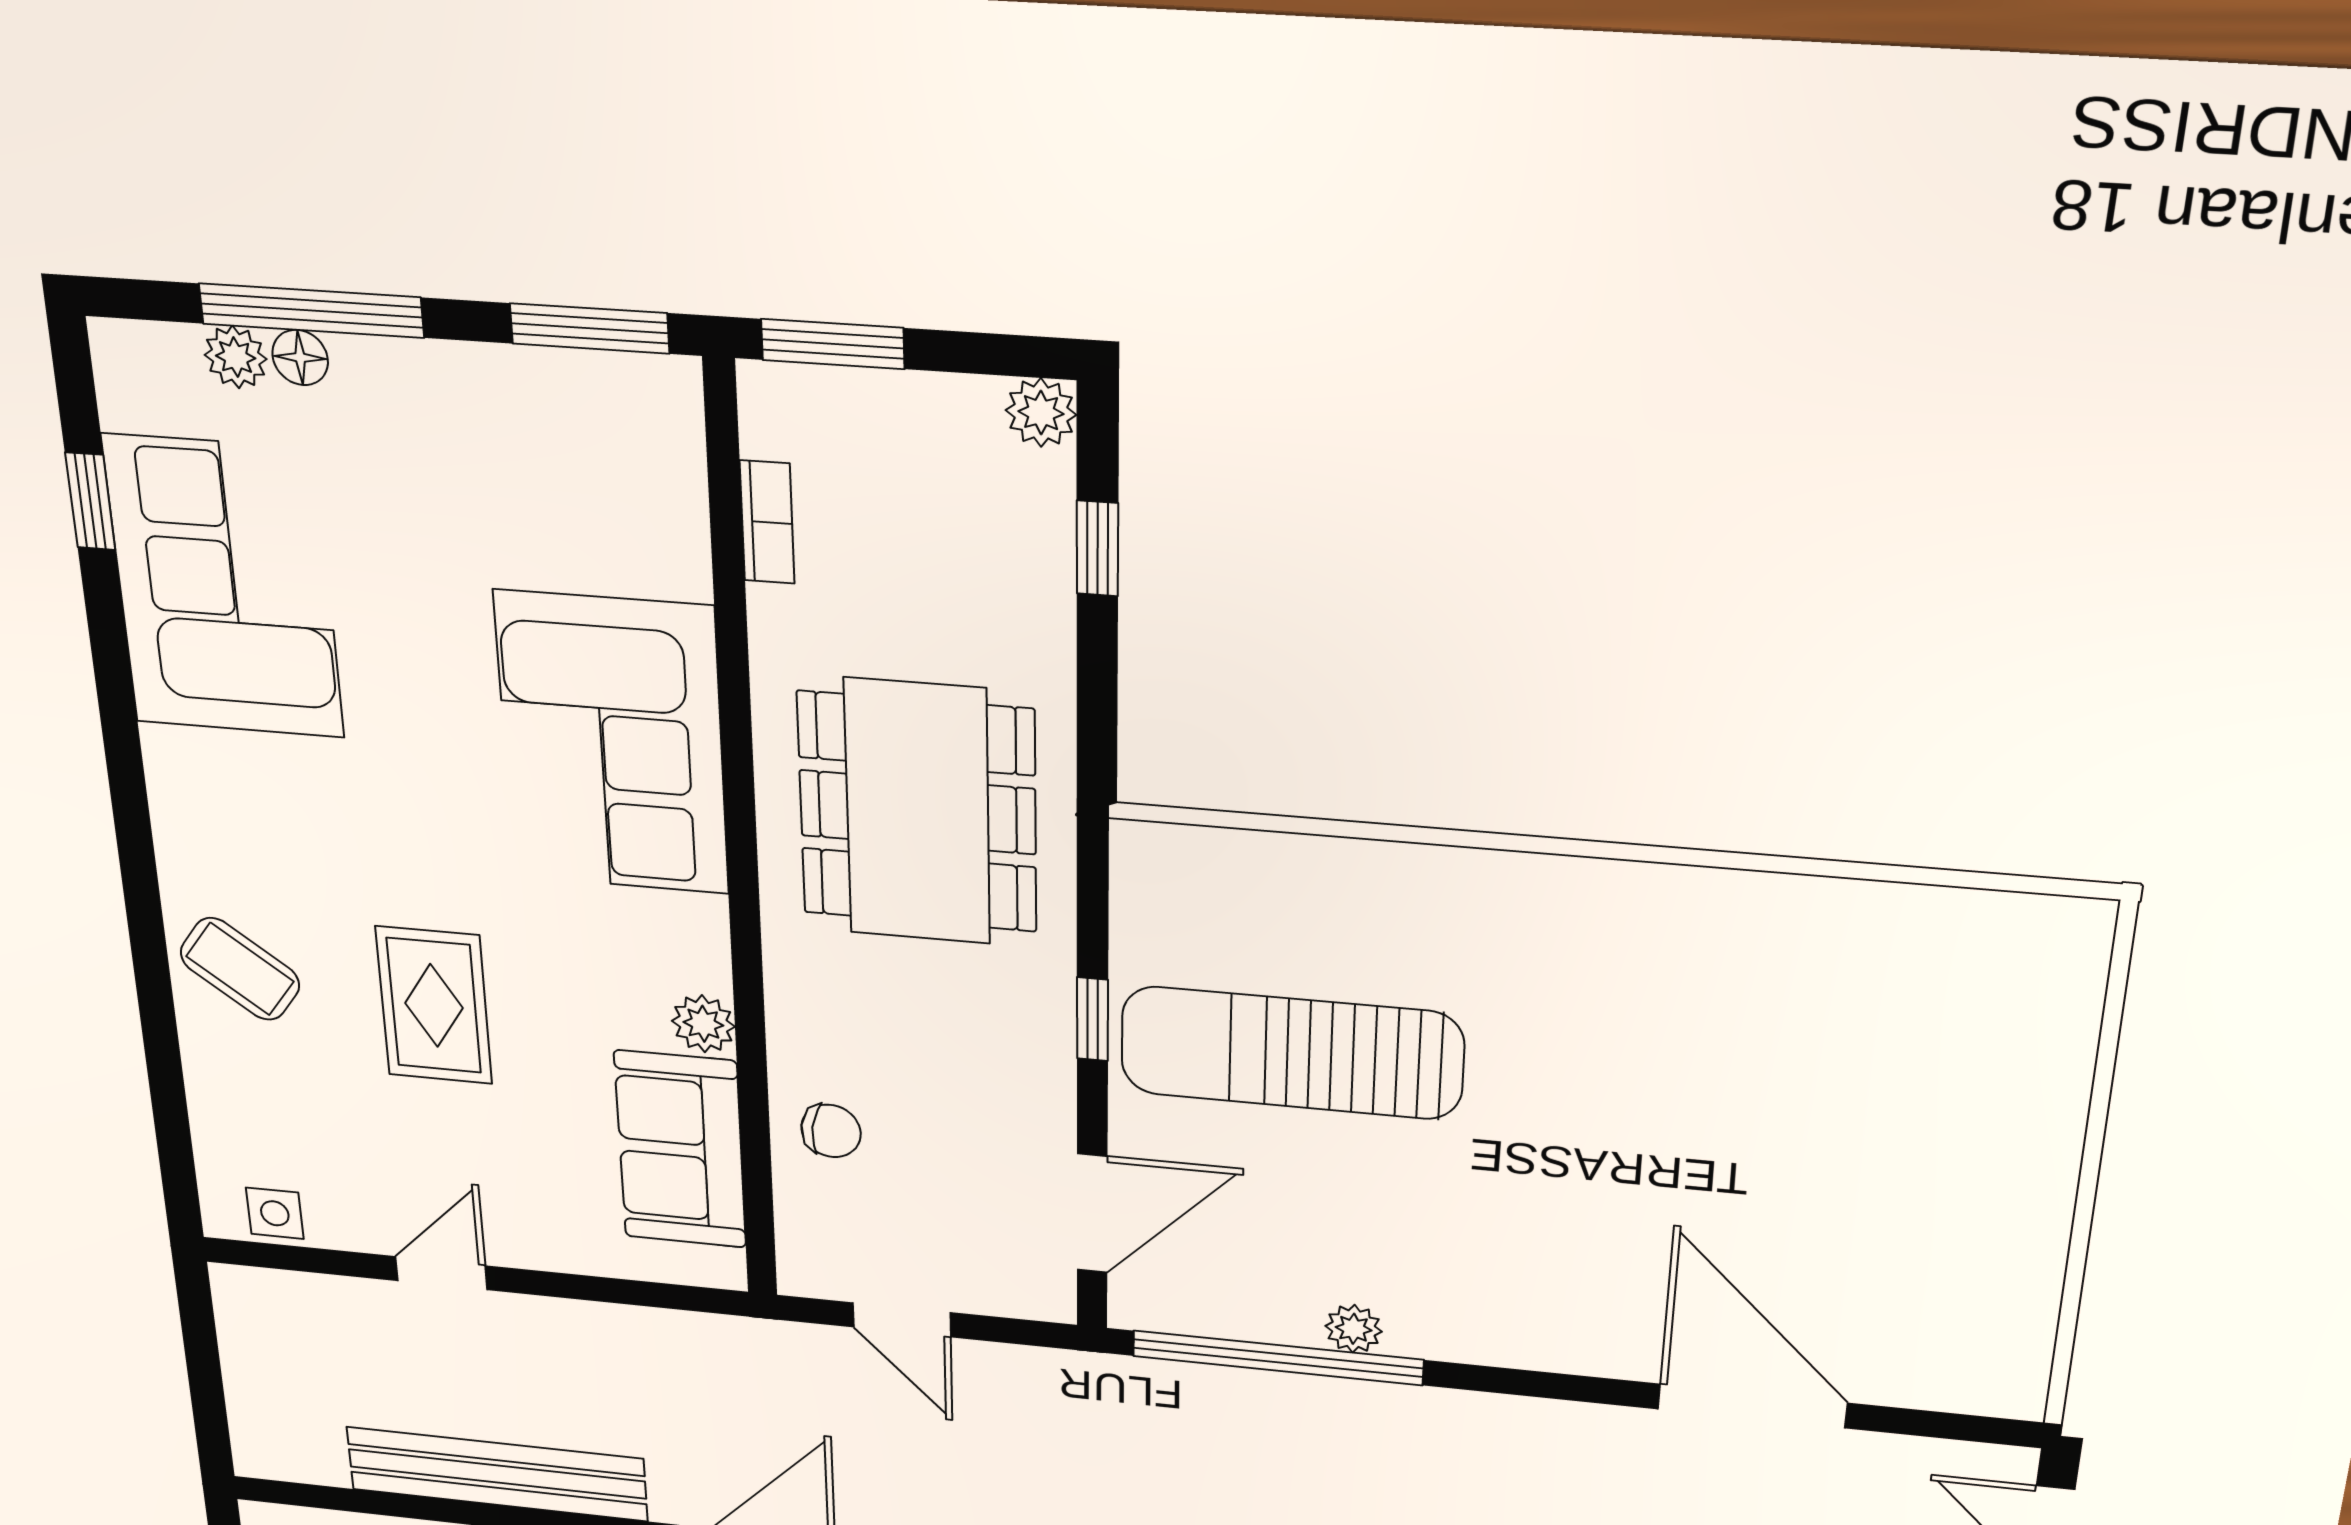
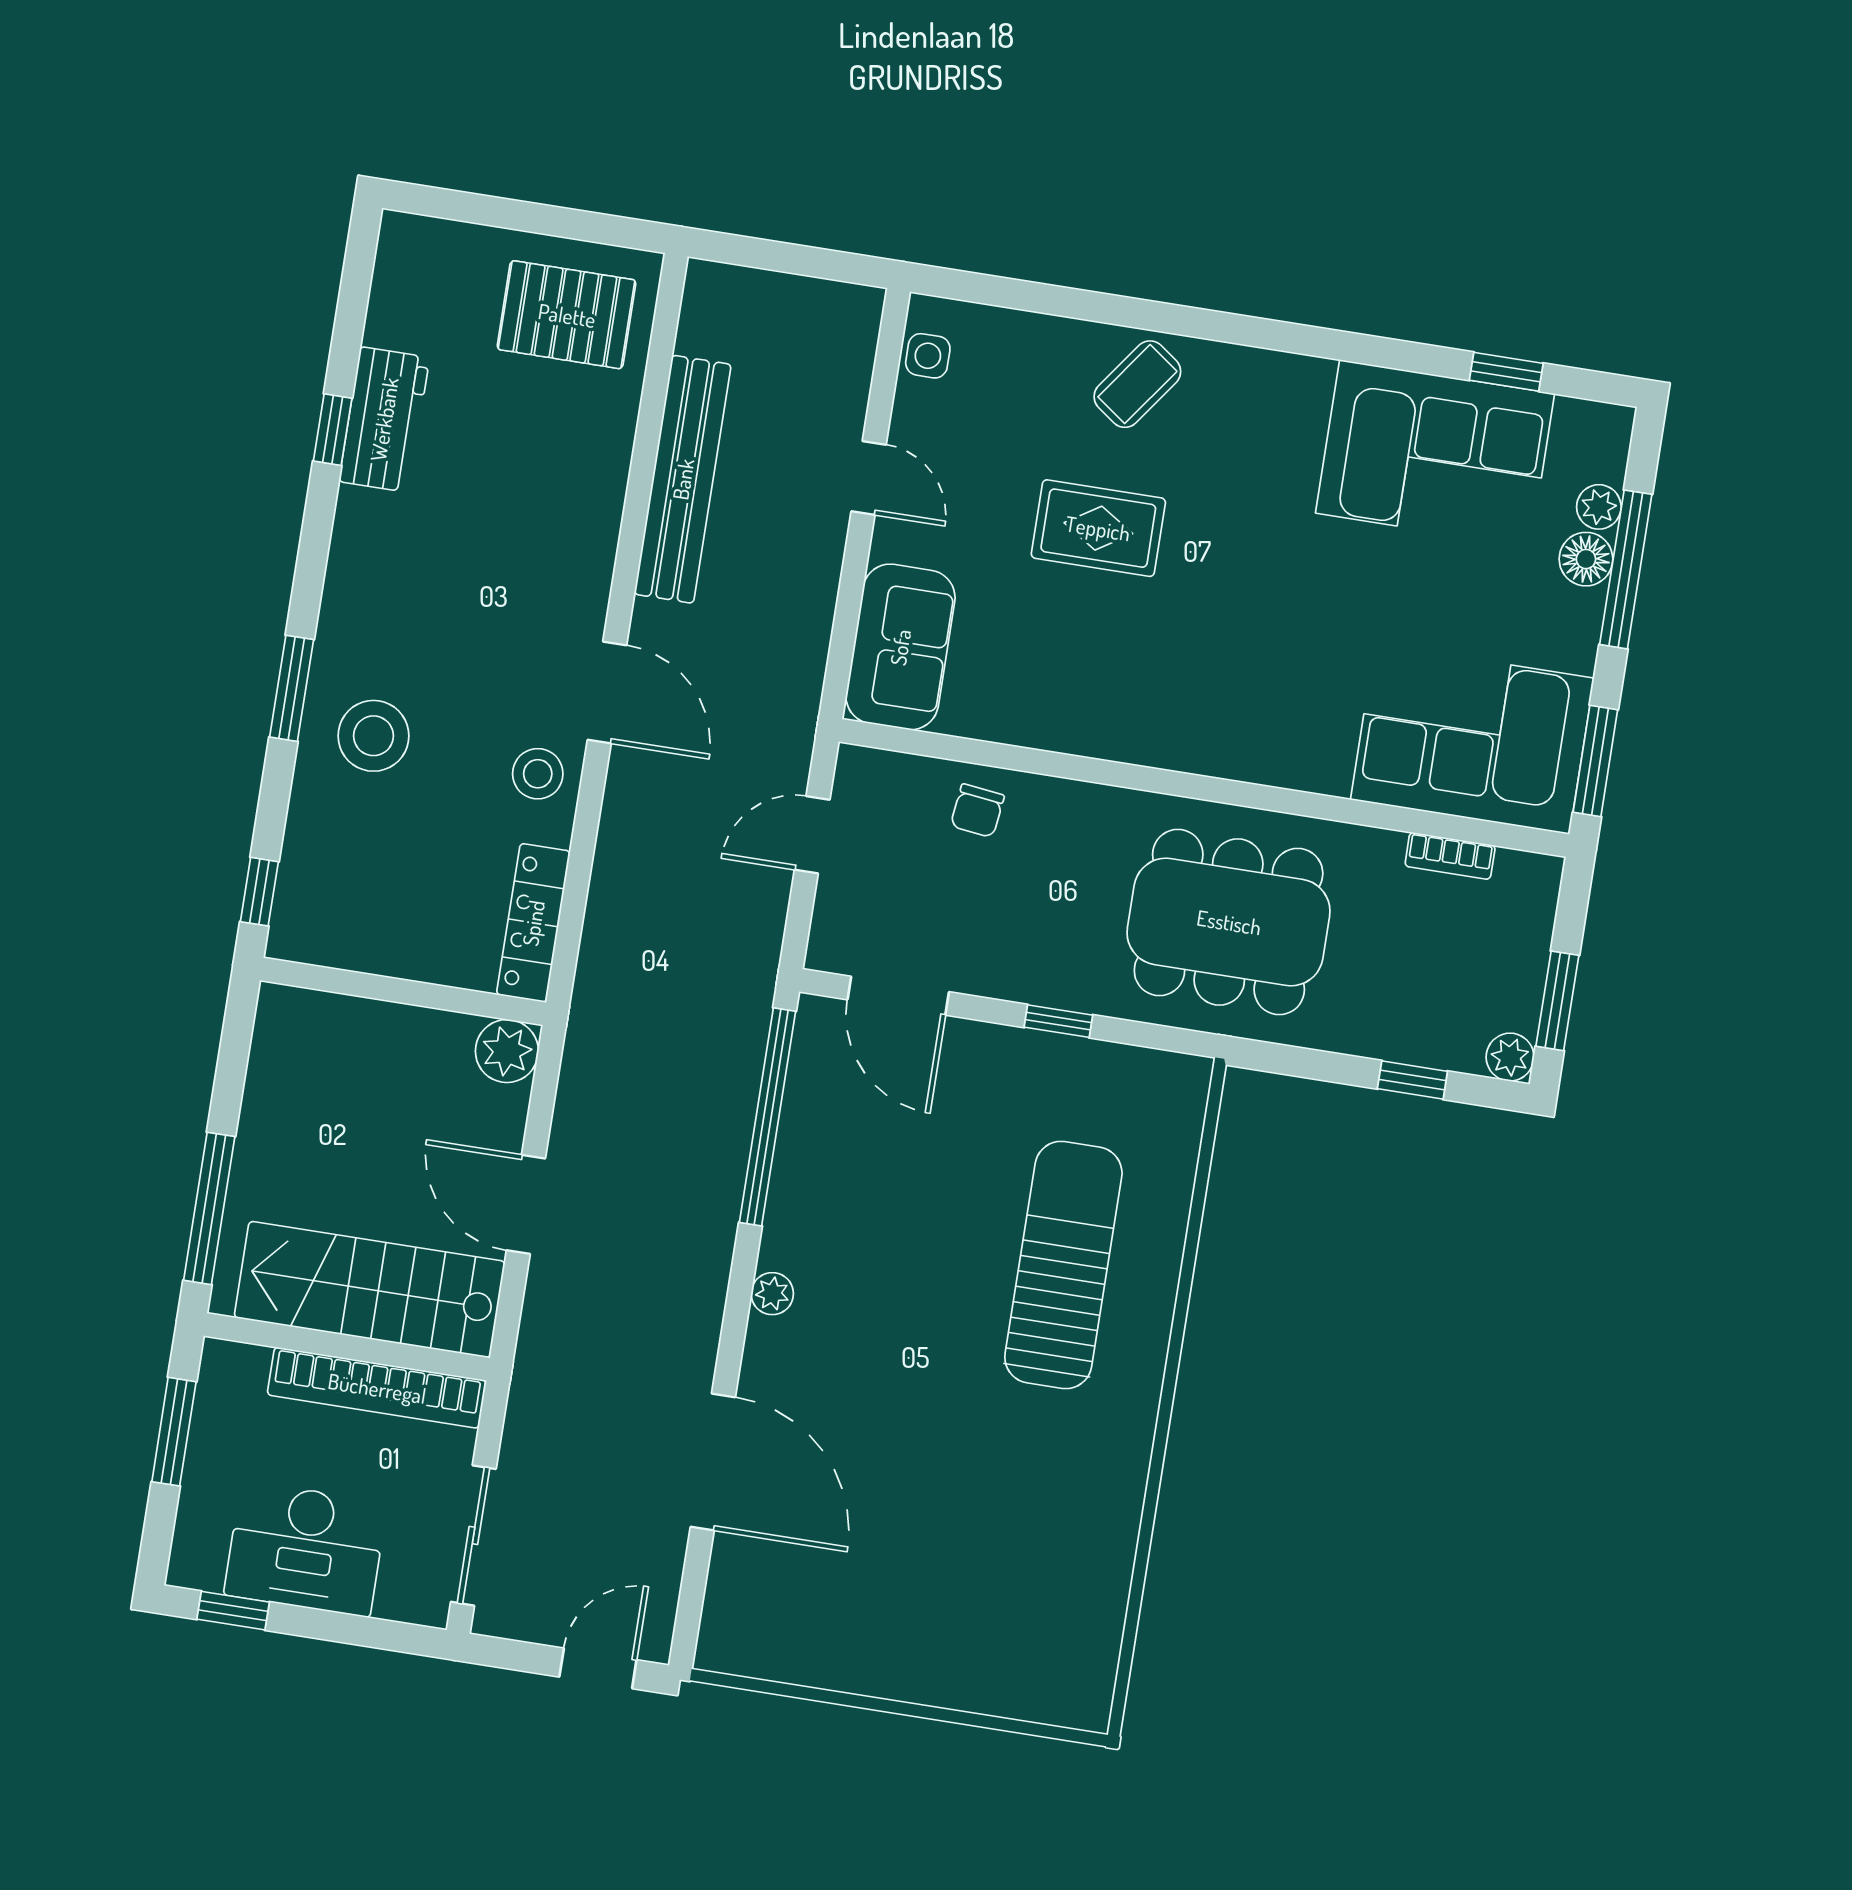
window: (833, 344) -> (1557, 1001), moved
floor lamp: (300, 358) -> (1586, 559), width x1.37, depth x1.37
corner sofa: (612, 744) -> (1472, 739), moved
plant: (703, 1024) -> (1071, 731), removed
sun lounger: (1292, 1053) -> (1063, 1265), moved
sofa: (680, 1150) -> (900, 647), moved, turned 90
plant: (1354, 1329) -> (772, 1294), moved
door: (1752, 1406) -> (713, 1462), hinge flipped

